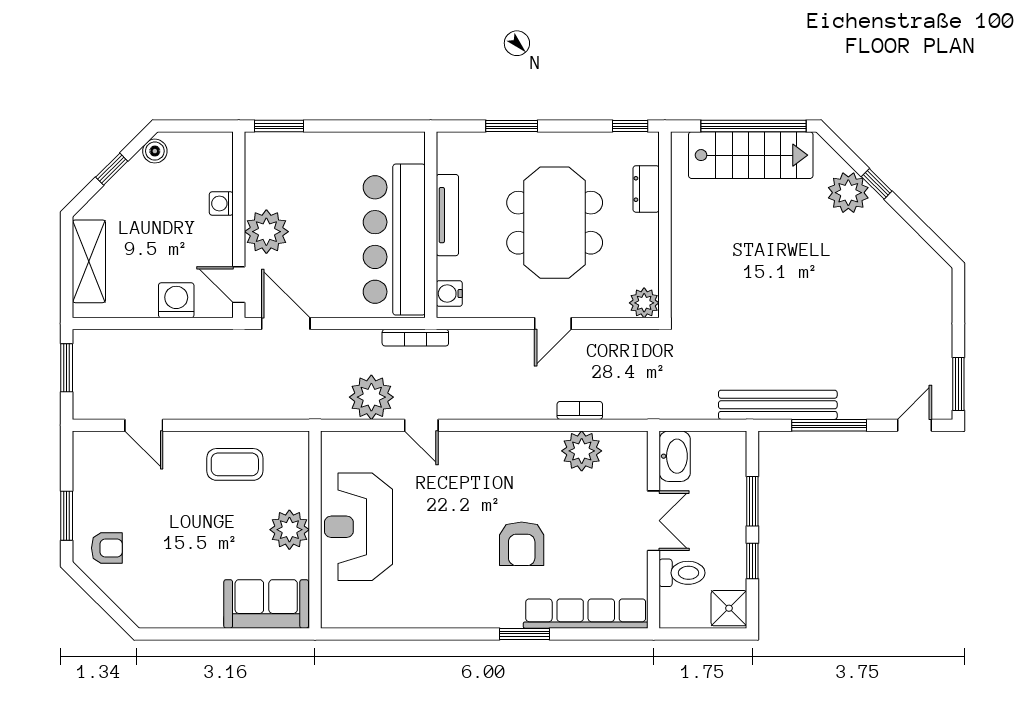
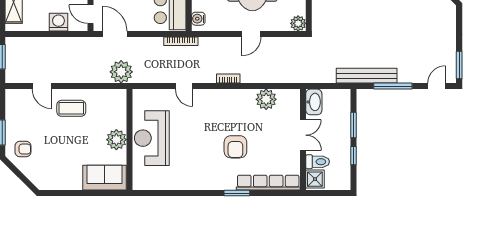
plant: (371, 397) -> (121, 72), moved
bookcase: (580, 410) -> (228, 79), moved
coffee table: (235, 464) -> (71, 108), moved
shower: (729, 608) -> (315, 179), moved

